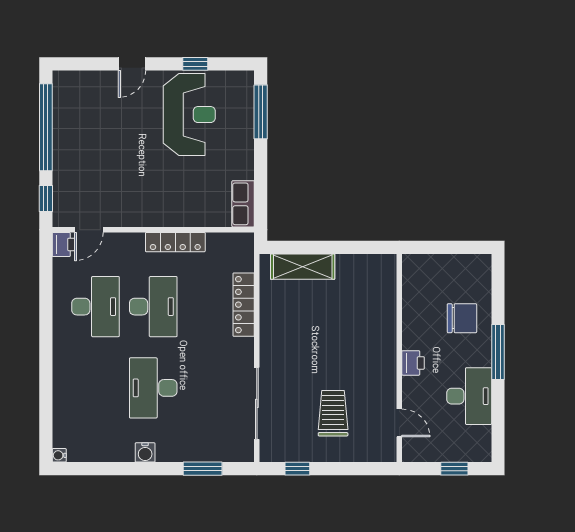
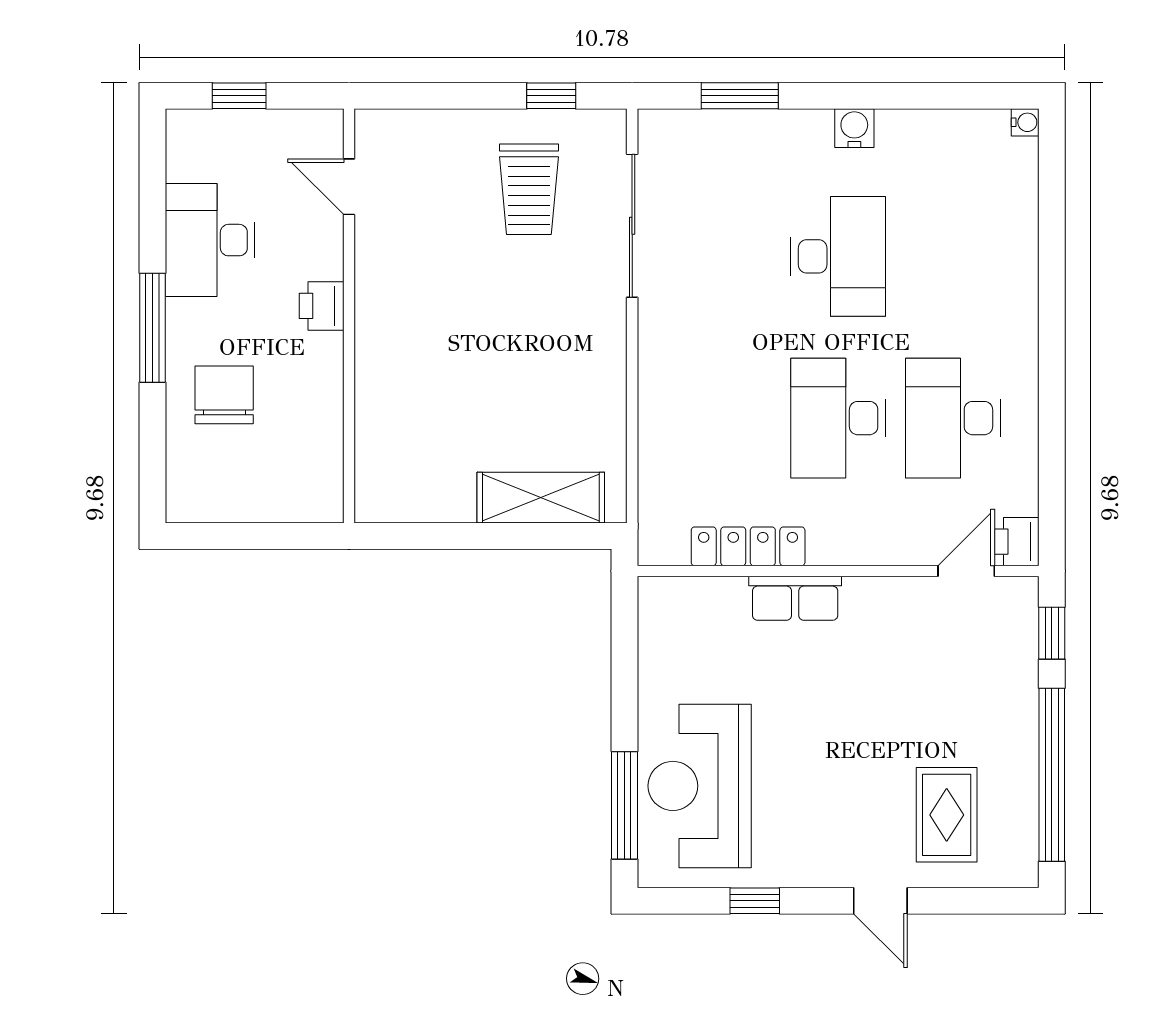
door: (132, 64) -> (880, 901), swing flipped
rug: (99, 107) -> (947, 815), added
reception desk: (189, 115) -> (700, 786), moved
row of seats: (243, 204) -> (795, 598), moved, turned 90
locker: (175, 242) -> (748, 546), moved
locker: (244, 305) -> (658, 422), removed
chair: (462, 318) -> (224, 395), turned 90
trolley: (333, 413) -> (529, 189), moved

